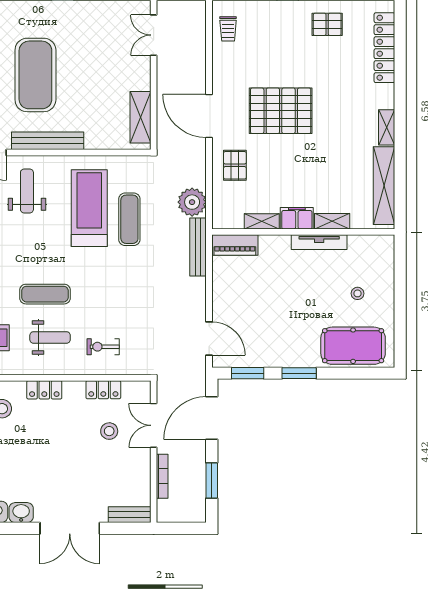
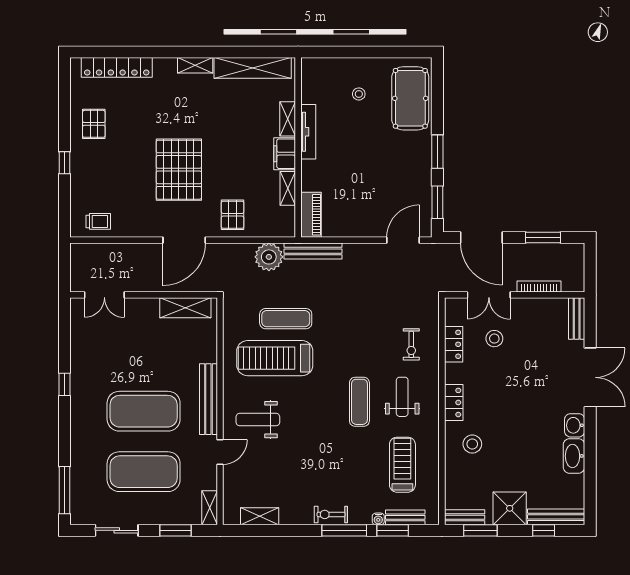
pallet: (235, 165) -> (233, 215), turned 90

